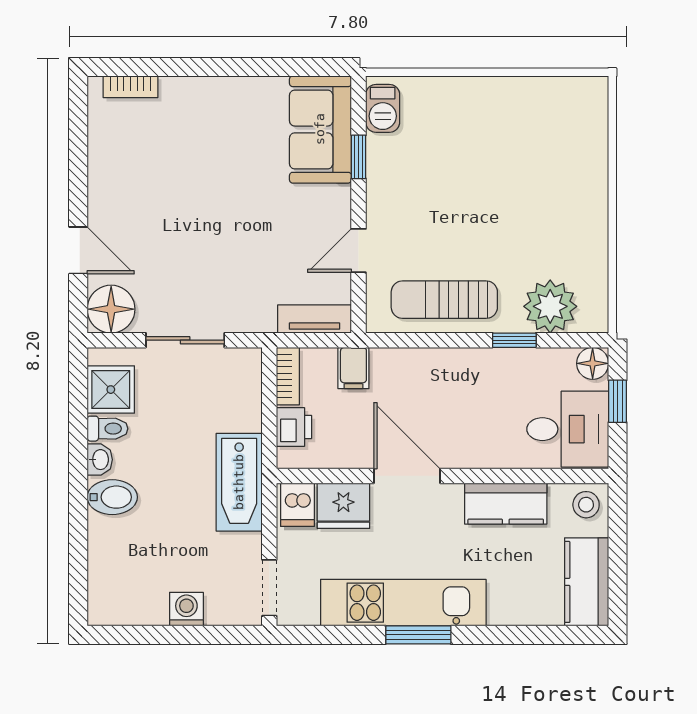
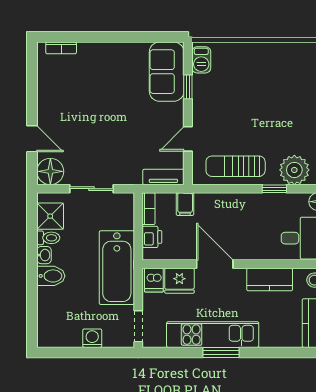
bathtub: (239, 482) -> (117, 268), width x1.36, depth x1.36

